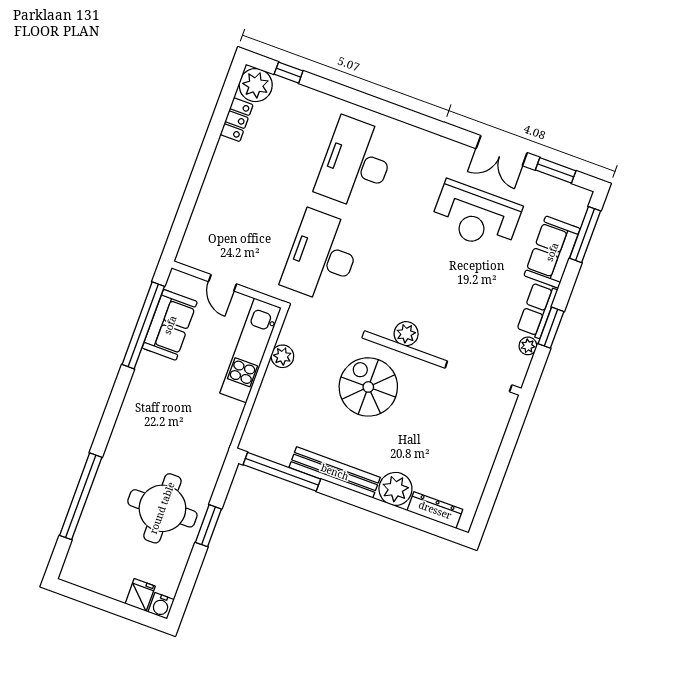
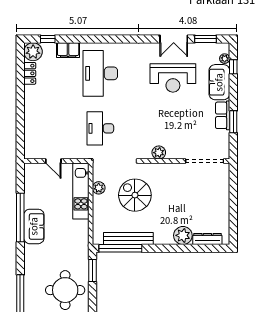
filing cabinet: (316, 104) -> (68, 50), added
window: (585, 235) -> (233, 67), width x0.46
desk: (322, 256) -> (100, 128), width x0.73, depth x0.77
window: (143, 325) -> (20, 217), moved
sofa: (170, 325) -> (34, 226), moved
plant: (528, 346) -> (225, 59), moved
spiral stairs: (368, 387) -> (135, 195), moved
bench: (335, 472) -> (128, 238), moved
window: (208, 526) -> (92, 270), moved

